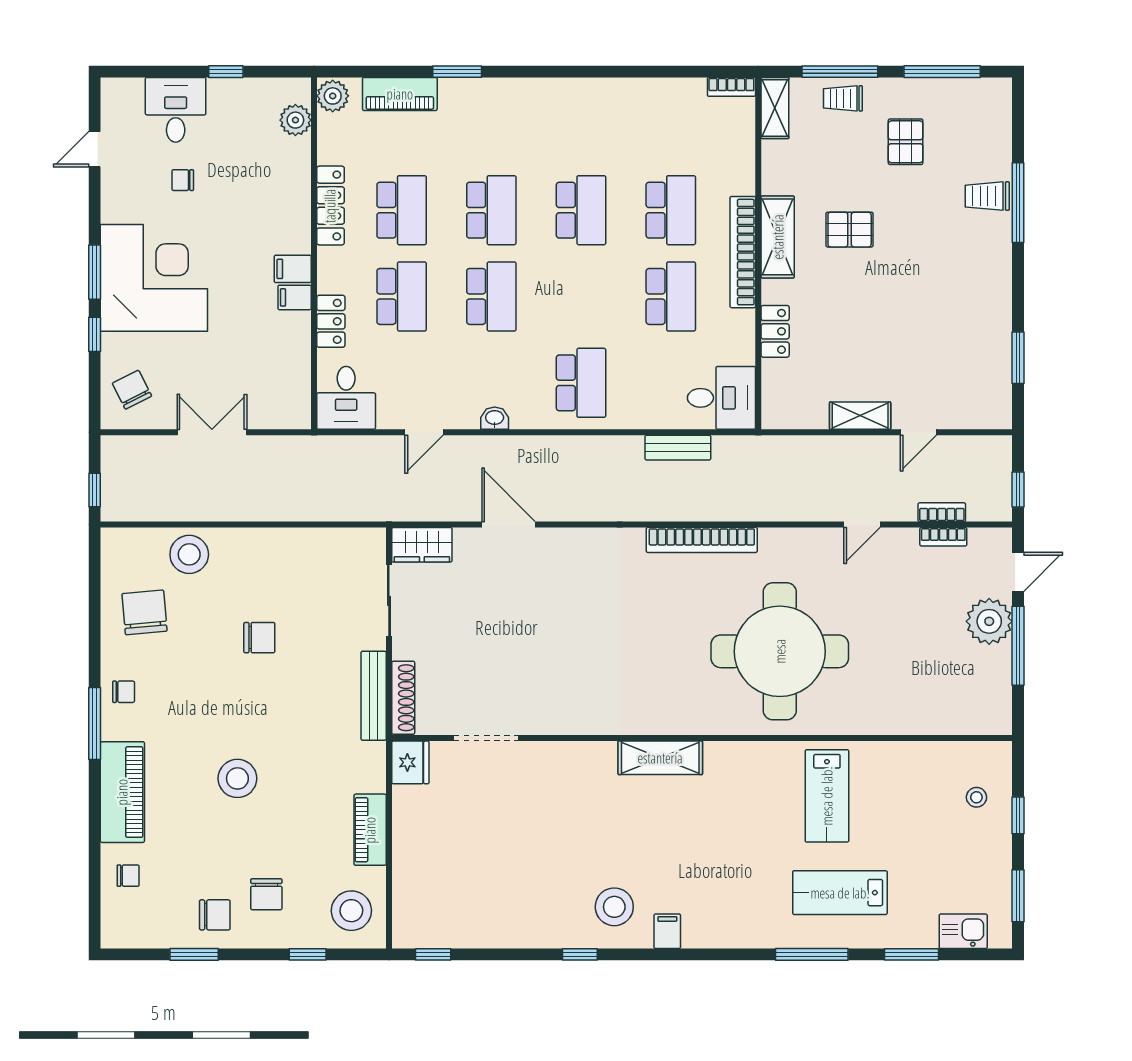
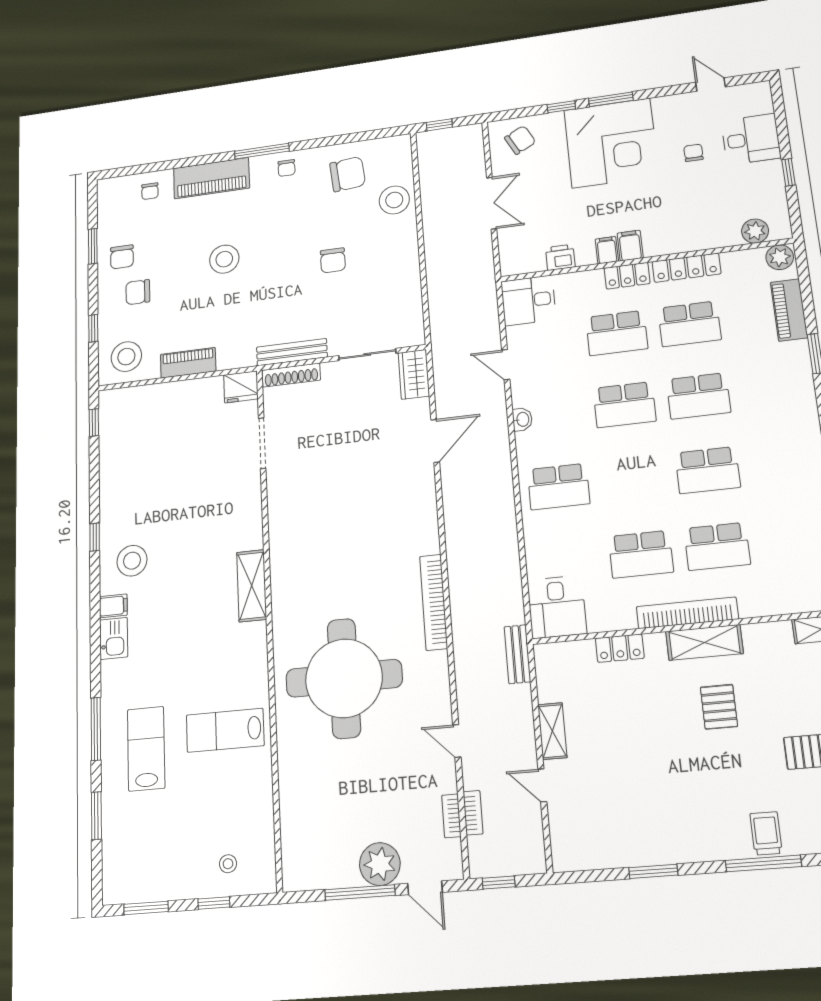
locker: (331, 321) -> (627, 276), moved
printer: (296, 354) -> (560, 257), added
window: (1018, 358) -> (653, 871), moved
bench: (678, 448) -> (517, 654), moved
kitchen sink: (963, 931) -> (114, 638), moved

